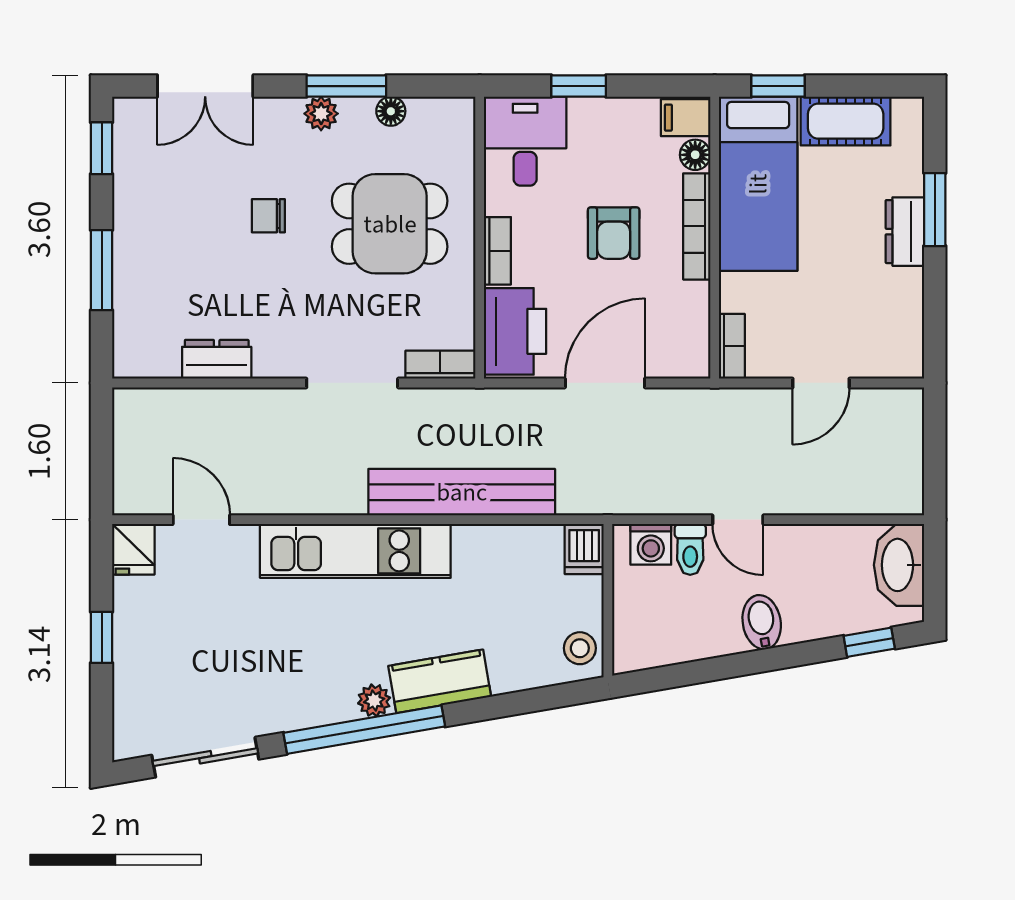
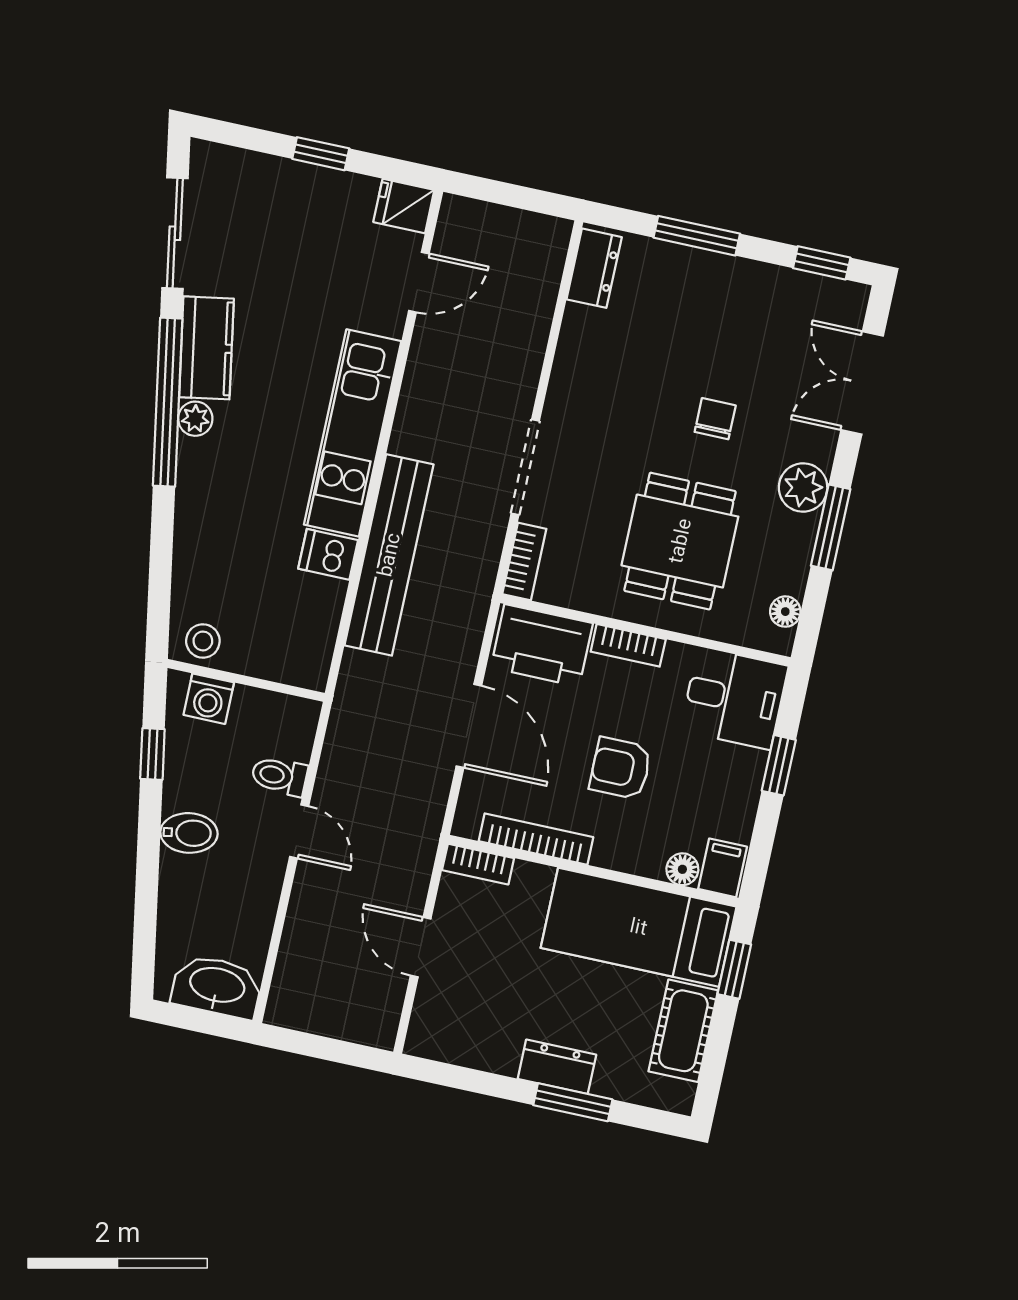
floor lamp: (391, 111) -> (785, 612), moved
plant: (321, 114) -> (803, 488), width x1.38, depth x1.38
bookcase: (697, 226) -> (536, 839), moved
dresser: (217, 359) -> (594, 268), moved
door: (738, 520) -> (299, 832), swing flipped
washing machine: (651, 544) -> (209, 699), moved, turned -90
dishwasher: (584, 549) -> (328, 554), moved
window: (869, 642) -> (152, 754), moved
kitchen counter: (440, 681) -> (206, 348), moved

